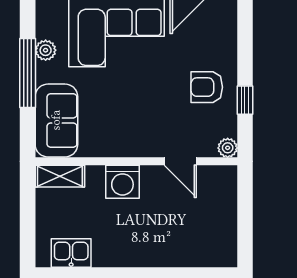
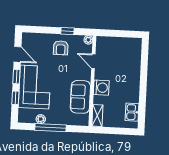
sofa: (56, 120) -> (80, 97), moved, turned -90
door: (180, 161) -> (93, 61), swing flipped

